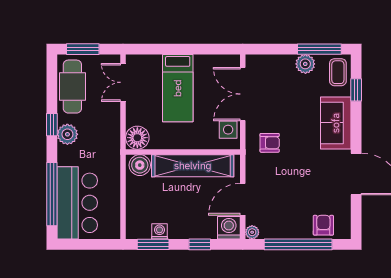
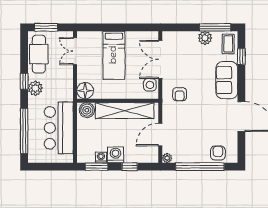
armchair: (270, 143) -> (180, 94), turned 90
bar counter: (77, 203) -> (59, 128), moved, turned 180
washing machine: (229, 228) -> (115, 155), moved

